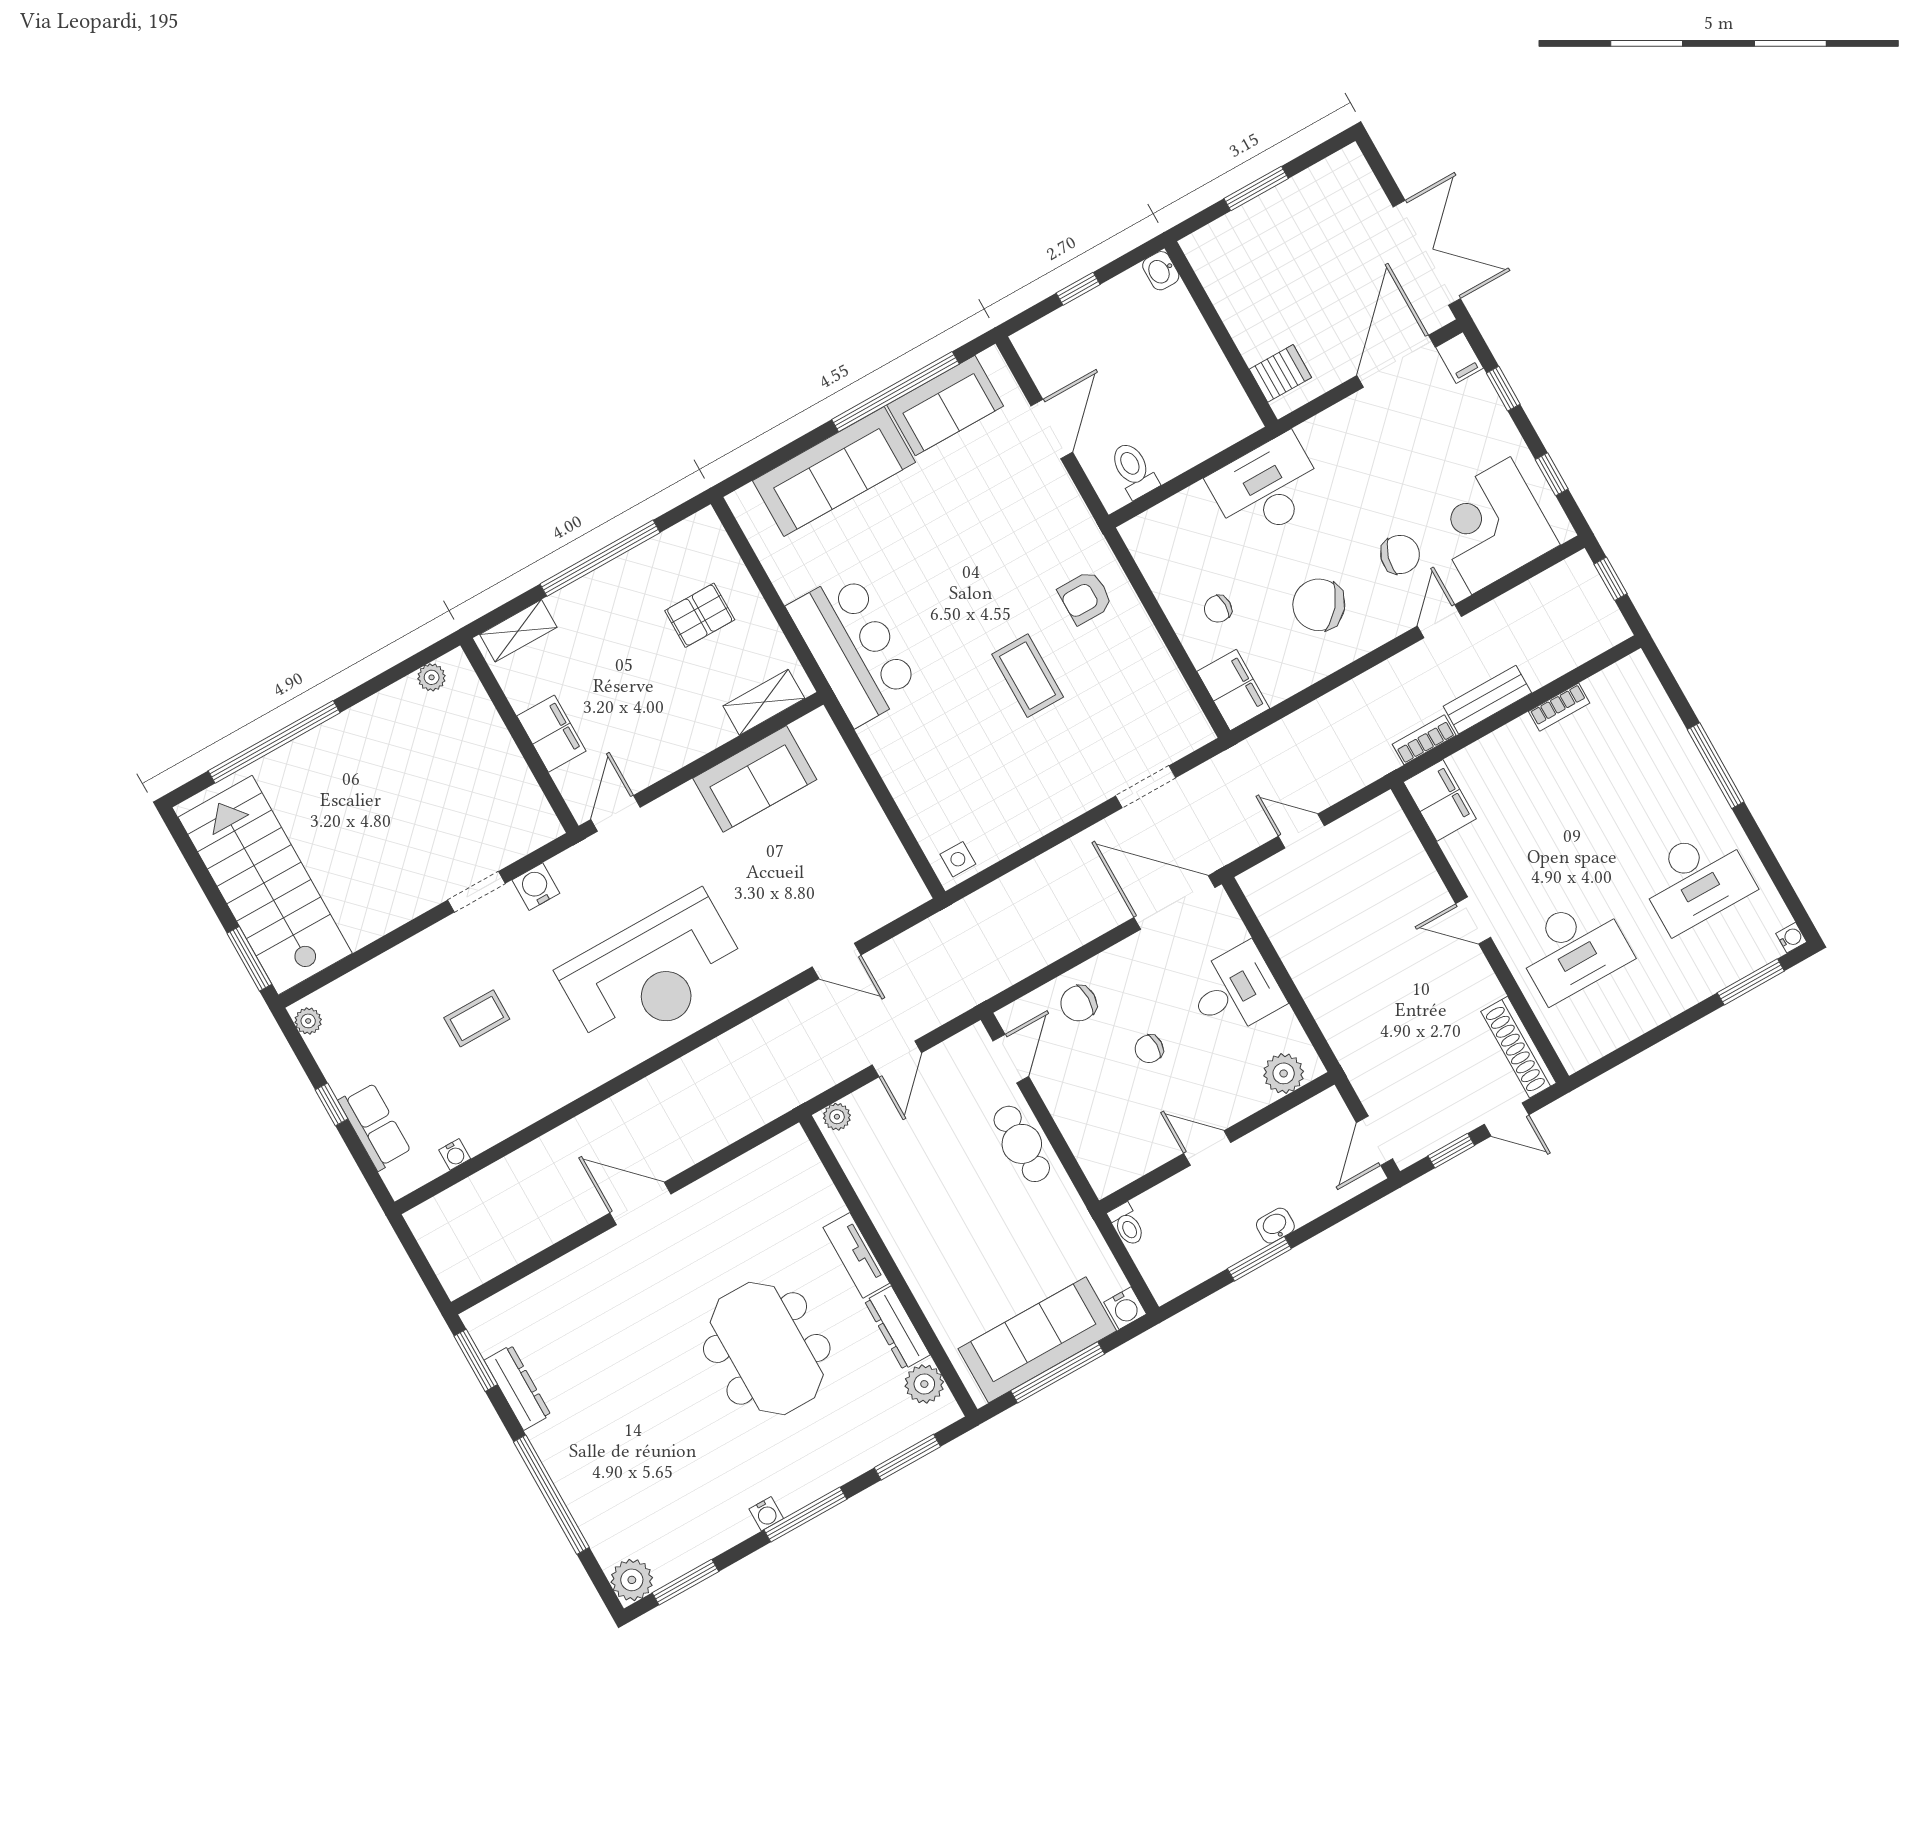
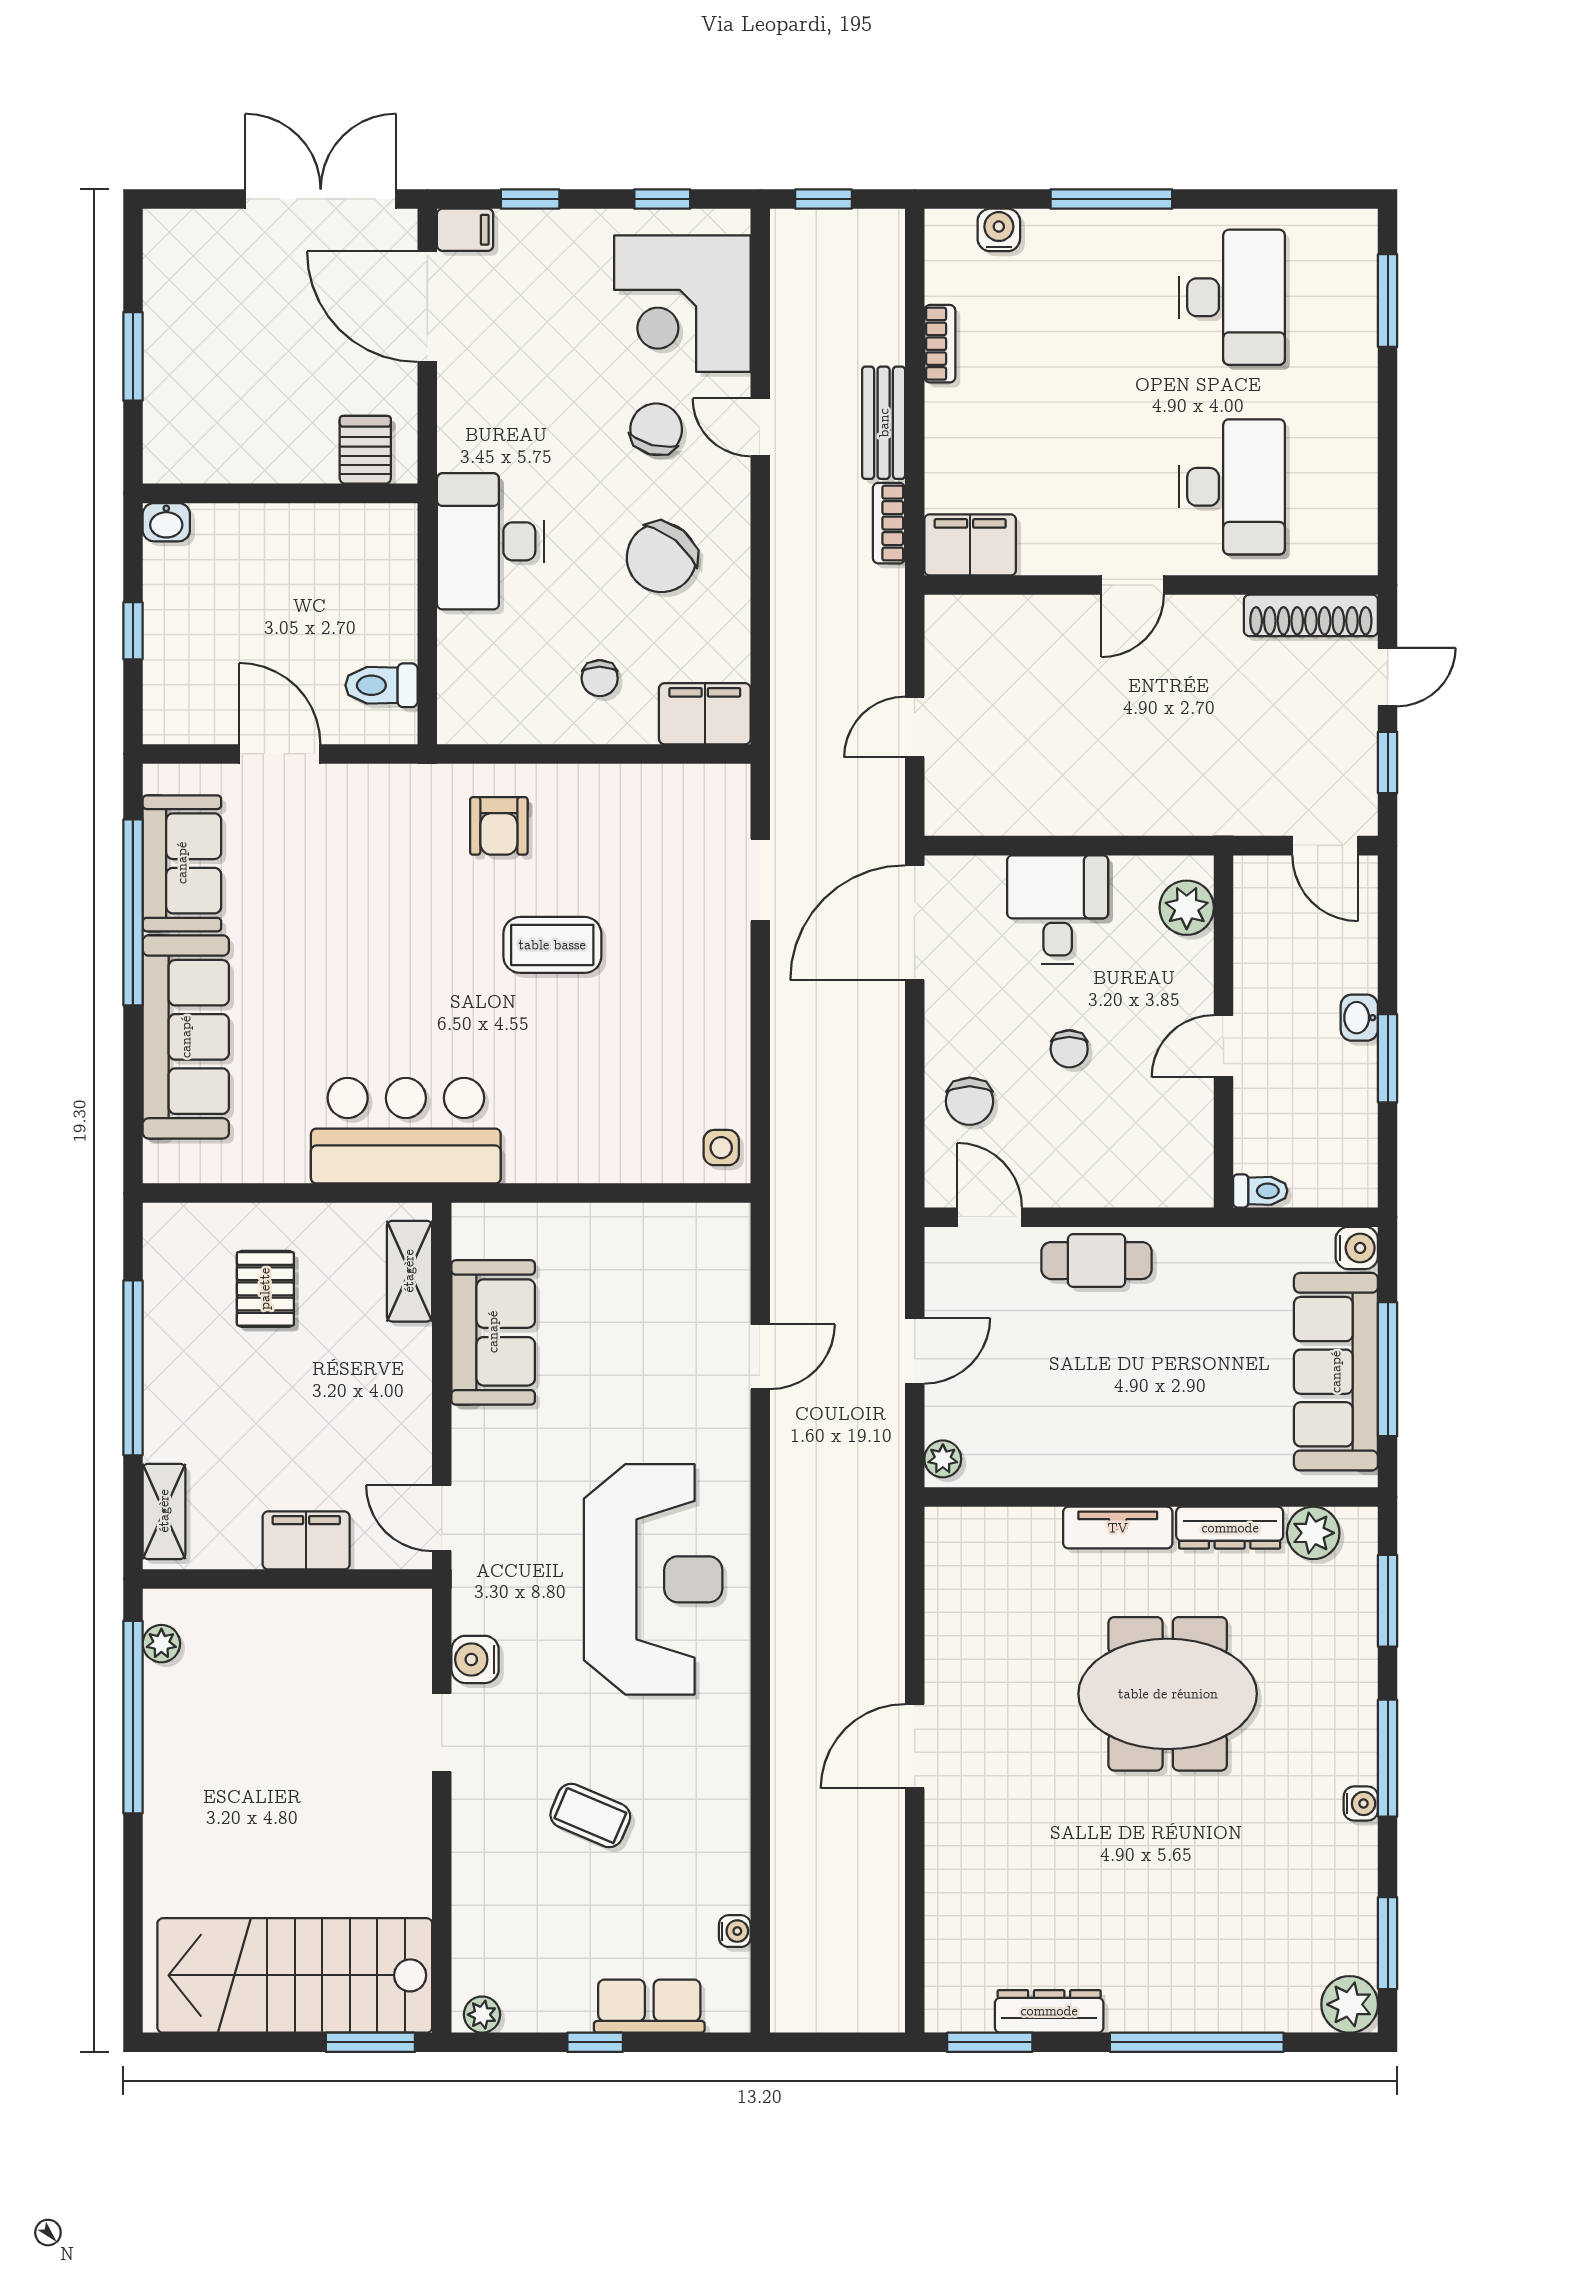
window: (274, 742) -> (133, 1717), moved
water cooler: (1791, 938) -> (999, 230), moved, width x1.38, depth x1.38
coffee table: (477, 1018) -> (590, 1815), turned -67
door: (897, 1059) -> (915, 1351), hinge flipped

